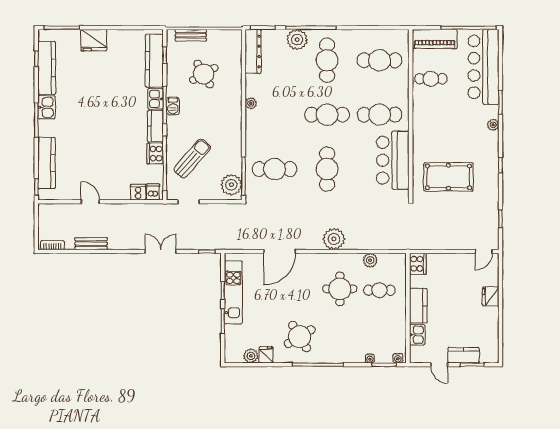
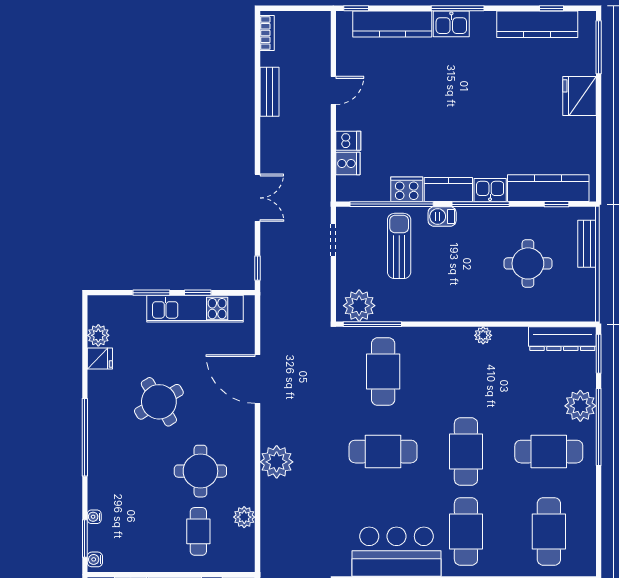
round table: (204, 74) -> (528, 263), turned 30
barbecue: (173, 106) -> (442, 217), moved
kitchen sink: (46, 107) -> (451, 24), moved
sun lounger: (192, 159) -> (399, 246), turned -131
dishwasher: (153, 192) -> (348, 141), moved
round table: (300, 337) -> (159, 402), moved

